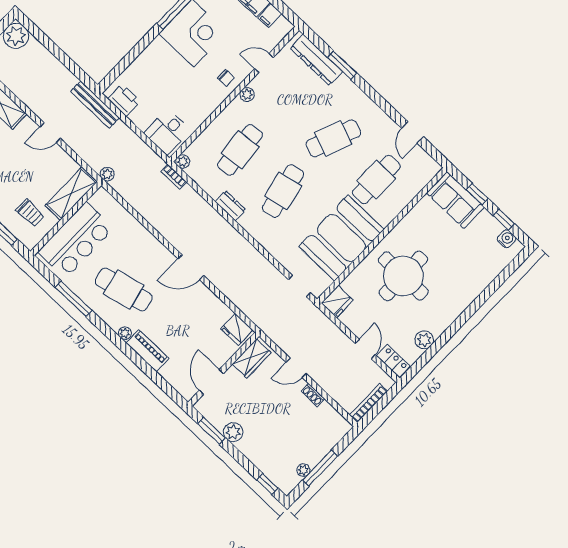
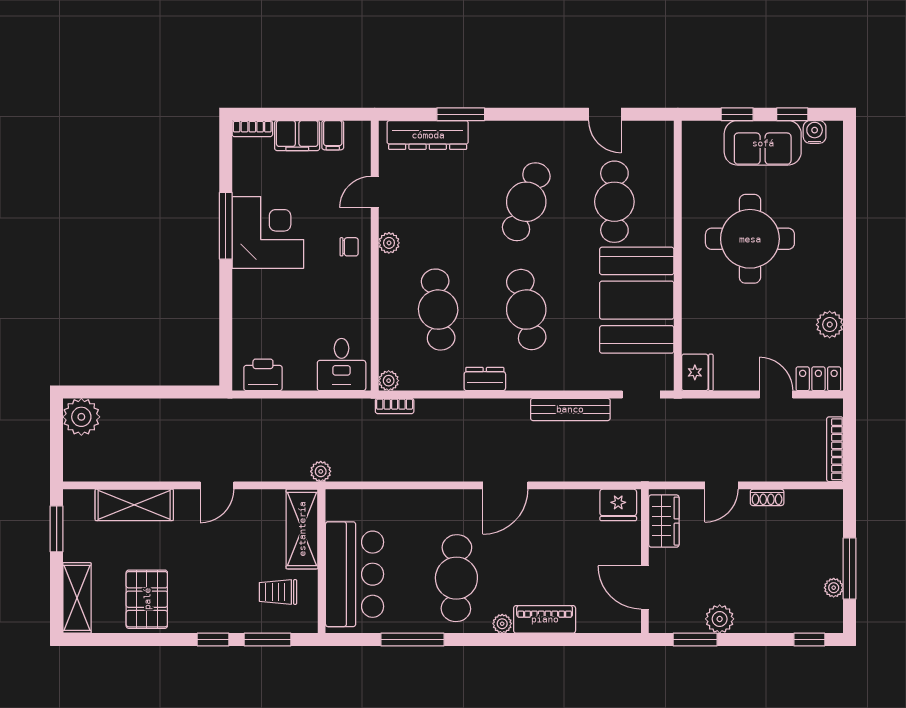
bench: (95, 105) -> (570, 409), moved
sofa: (455, 200) -> (763, 143), moved
trolley: (30, 213) -> (278, 592), turned 180
round table: (403, 276) -> (750, 239), moved
cafe table: (124, 290) -> (456, 578), turned -76

